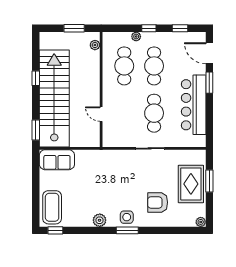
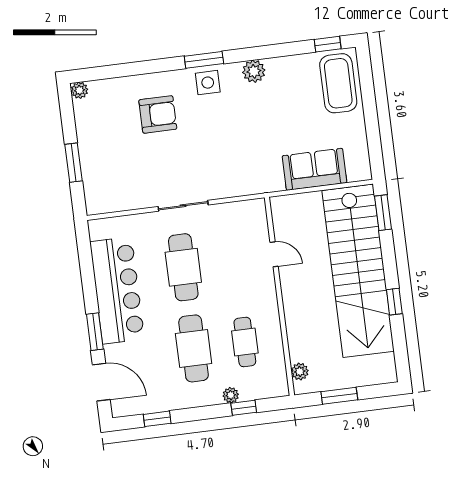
window: (149, 28) -> (244, 408), moved
cafe table: (124, 66) -> (245, 342), width x0.73, depth x0.74
sofa: (57, 160) -> (314, 169), moved
rug: (191, 184) -> (105, 154), removed

